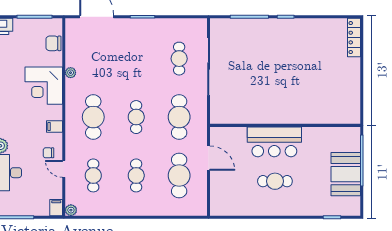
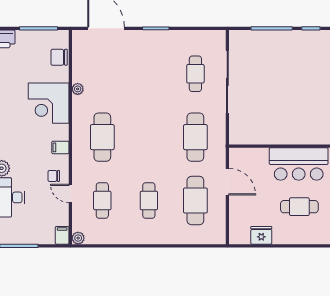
cafe table: (136, 117) -> (149, 137), removed
fridge: (240, 208) -> (261, 235), added

